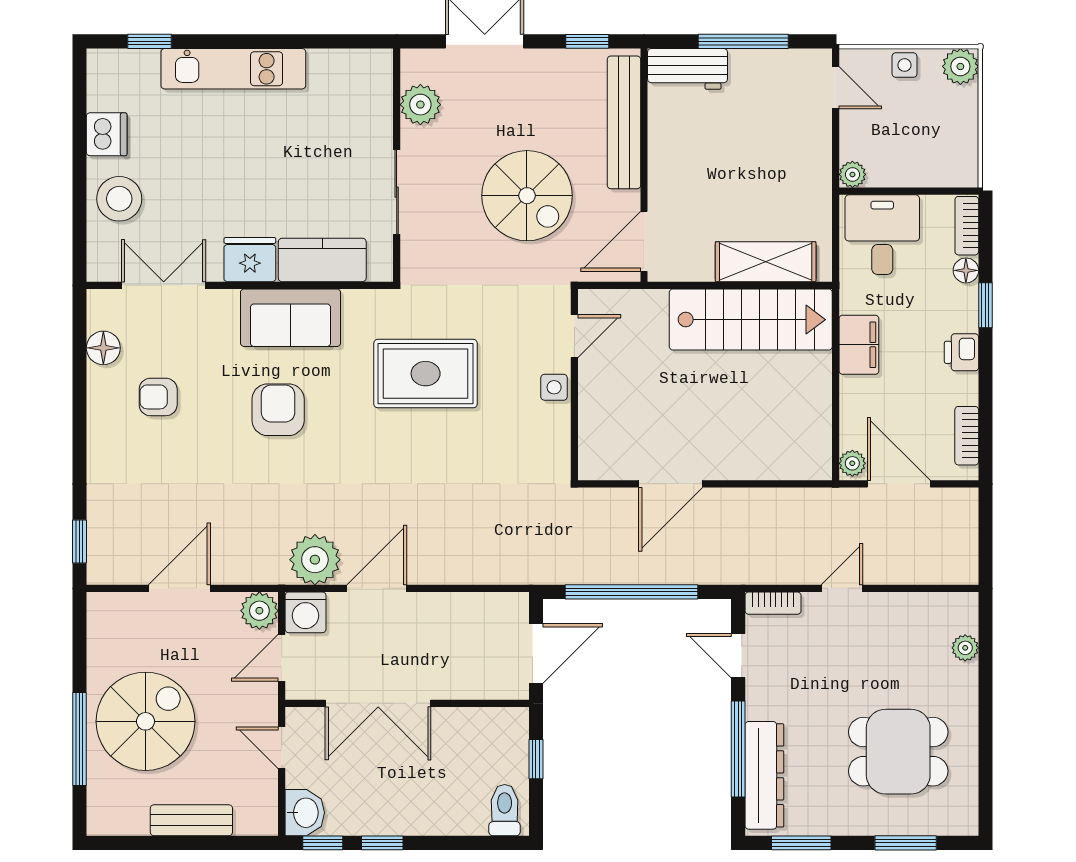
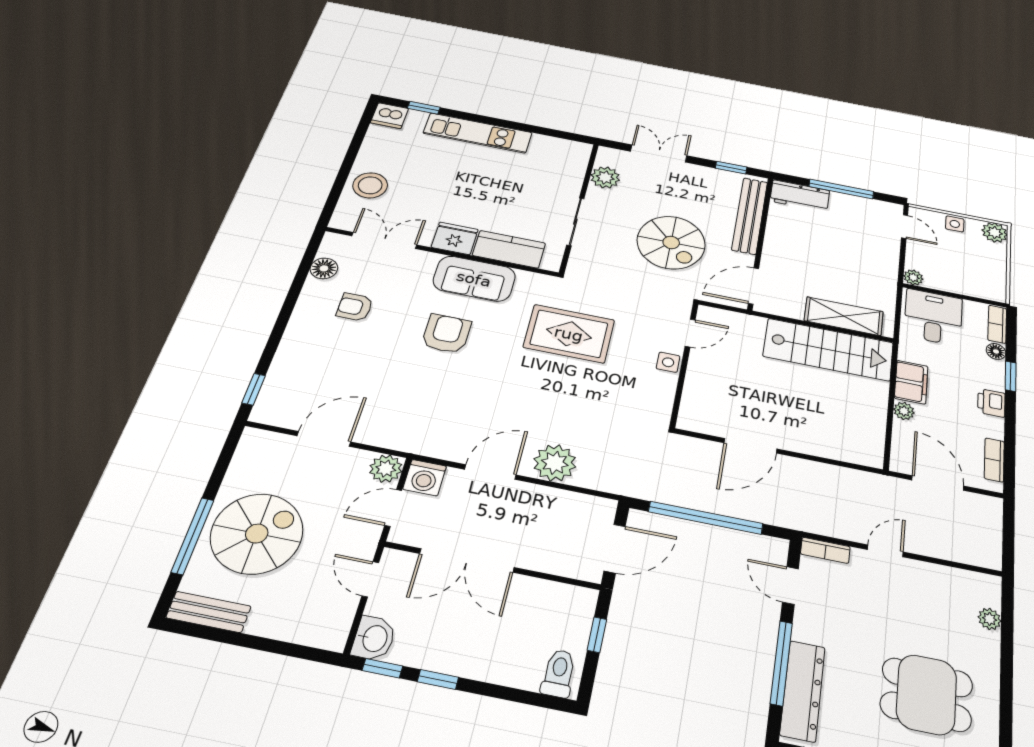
dishwasher: (107, 134) -> (389, 116), moved, turned 90
plant: (852, 463) -> (904, 411), moved
plant: (315, 560) -> (555, 463), moved
bench: (191, 820) -> (209, 612), moved

